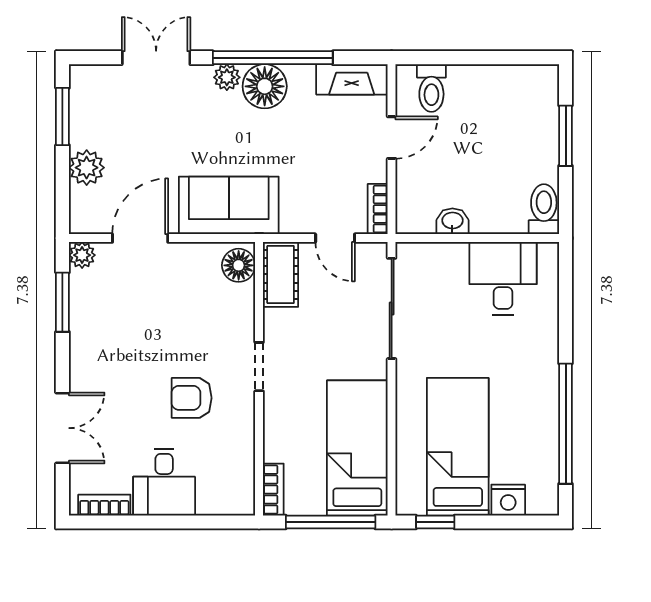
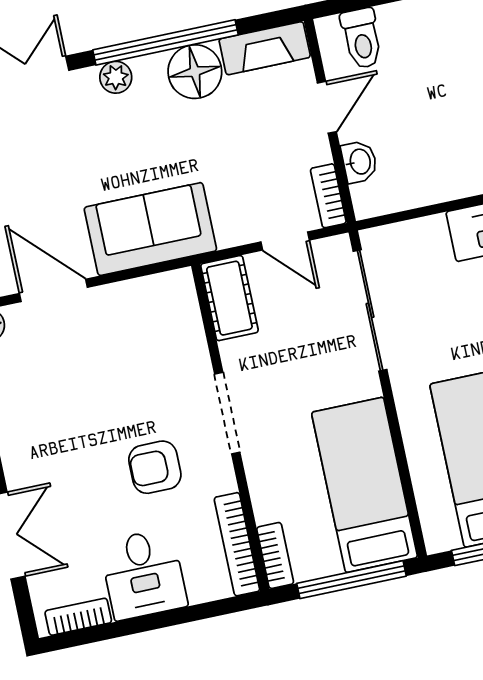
floor lamp: (265, 86) -> (195, 72), moved
washbasin: (452, 221) -> (359, 162), moved, turned 90
door: (140, 238) -> (53, 290), hinge flipped
floor lamp: (239, 265) -> (177, 298), removed
doorway: (259, 367) -> (227, 413), width x1.38
bookcase: (245, 474) -> (237, 544), added

